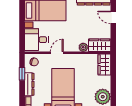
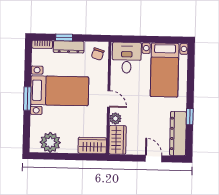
door: (113, 17) -> (154, 158), hinge flipped
door: (57, 53) -> (109, 99), moved
window: (22, 74) -> (64, 37), moved

